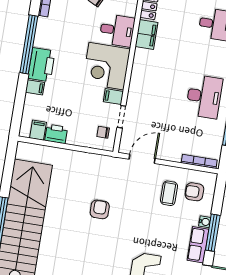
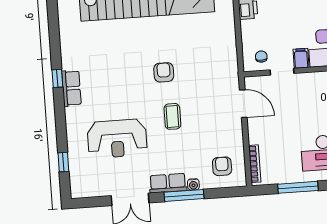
coffee table: (169, 193) -> (172, 116), moved, turned 90
armchair: (100, 209) -> (164, 72), moved, turned -90

